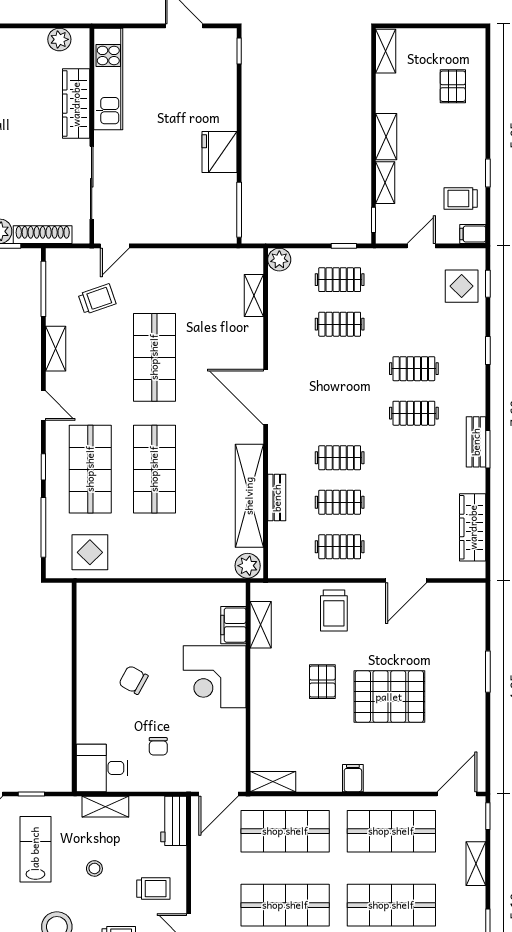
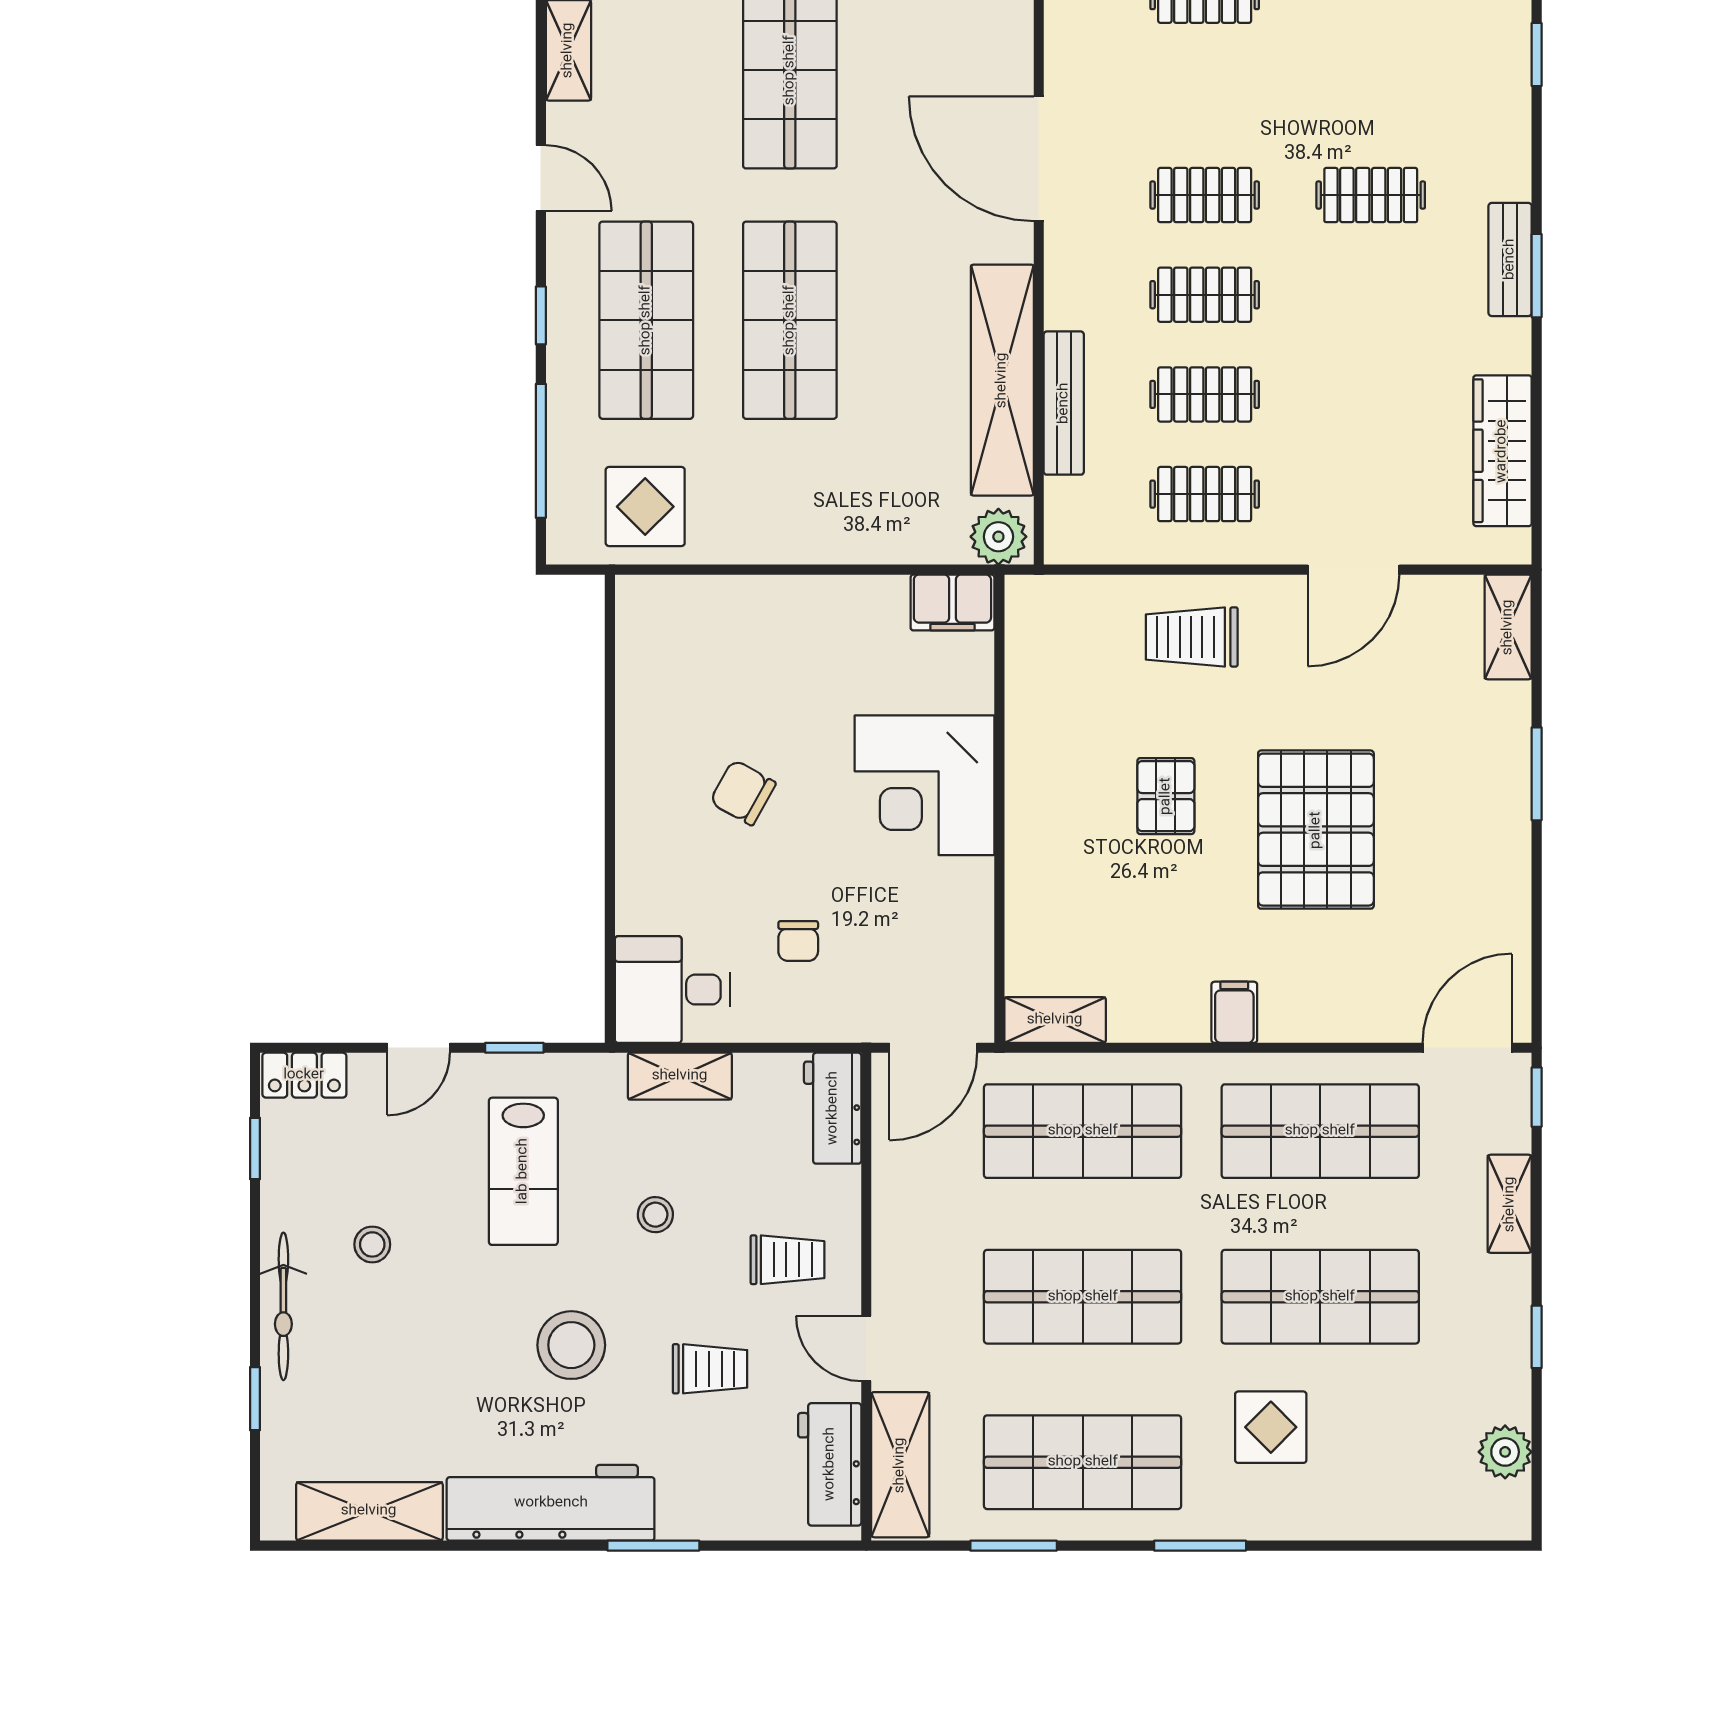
clothes rail: (414, 369) -> (1205, 195), moved
bench: (277, 498) -> (1064, 403), width x1.36
trolley: (334, 611) -> (1192, 637), turned 90
filing cabinet: (233, 625) -> (952, 603), moved, turned -90
shelving: (261, 625) -> (1508, 627), moved
pallet: (389, 697) -> (1316, 830), turned 90
lab bench: (35, 849) -> (523, 1171), turned 180

